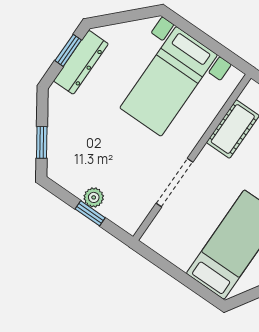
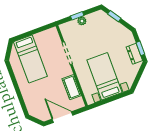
dresser: (81, 62) -> (134, 54), width x0.70

